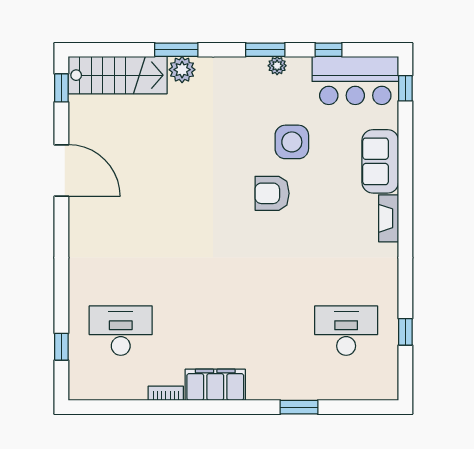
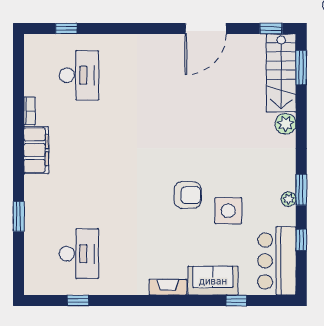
window: (176, 50) -> (301, 68), moved
window: (405, 88) -> (236, 300), moved
armchair: (272, 193) -> (188, 195), turned 90

